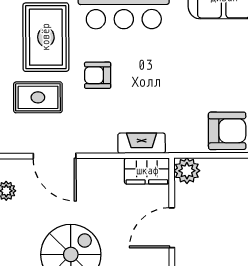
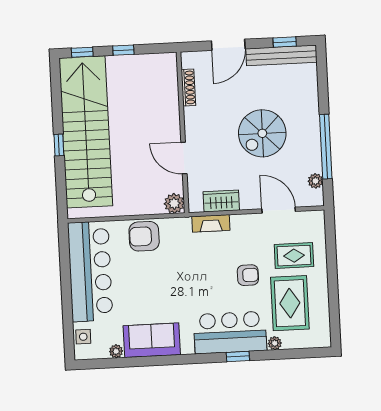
wardrobe: (147, 171) -> (221, 201), moved
door: (172, 228) -> (184, 158), swing flipped

